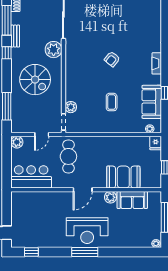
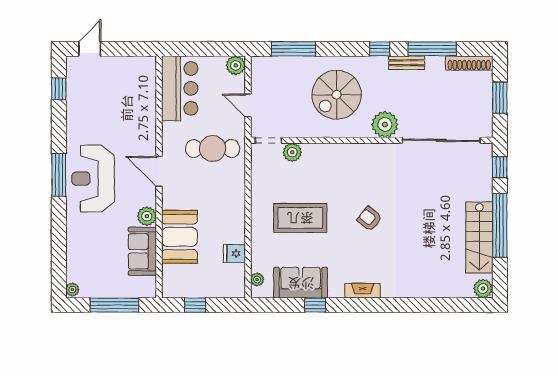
coffee table: (112, 102) -> (300, 218), width x1.86, depth x1.72
fridge: (156, 143) -> (234, 254), moved

